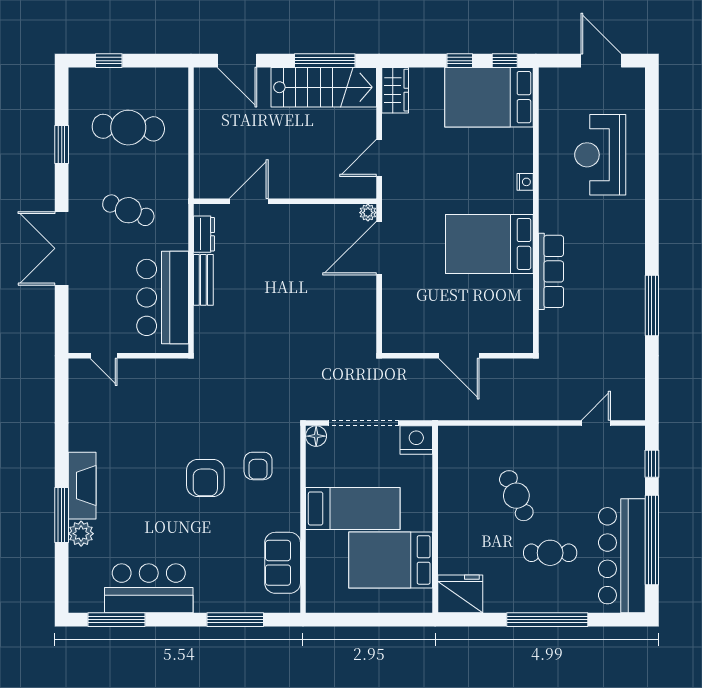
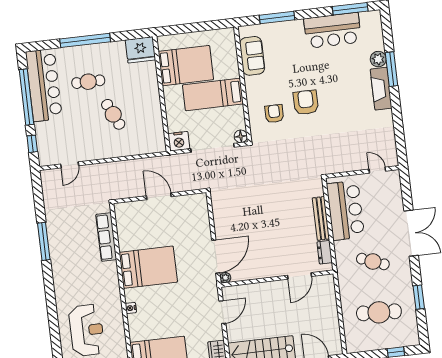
row of seats: (551, 271) -> (106, 237), moved
bench: (203, 280) -> (321, 218), width x1.36

